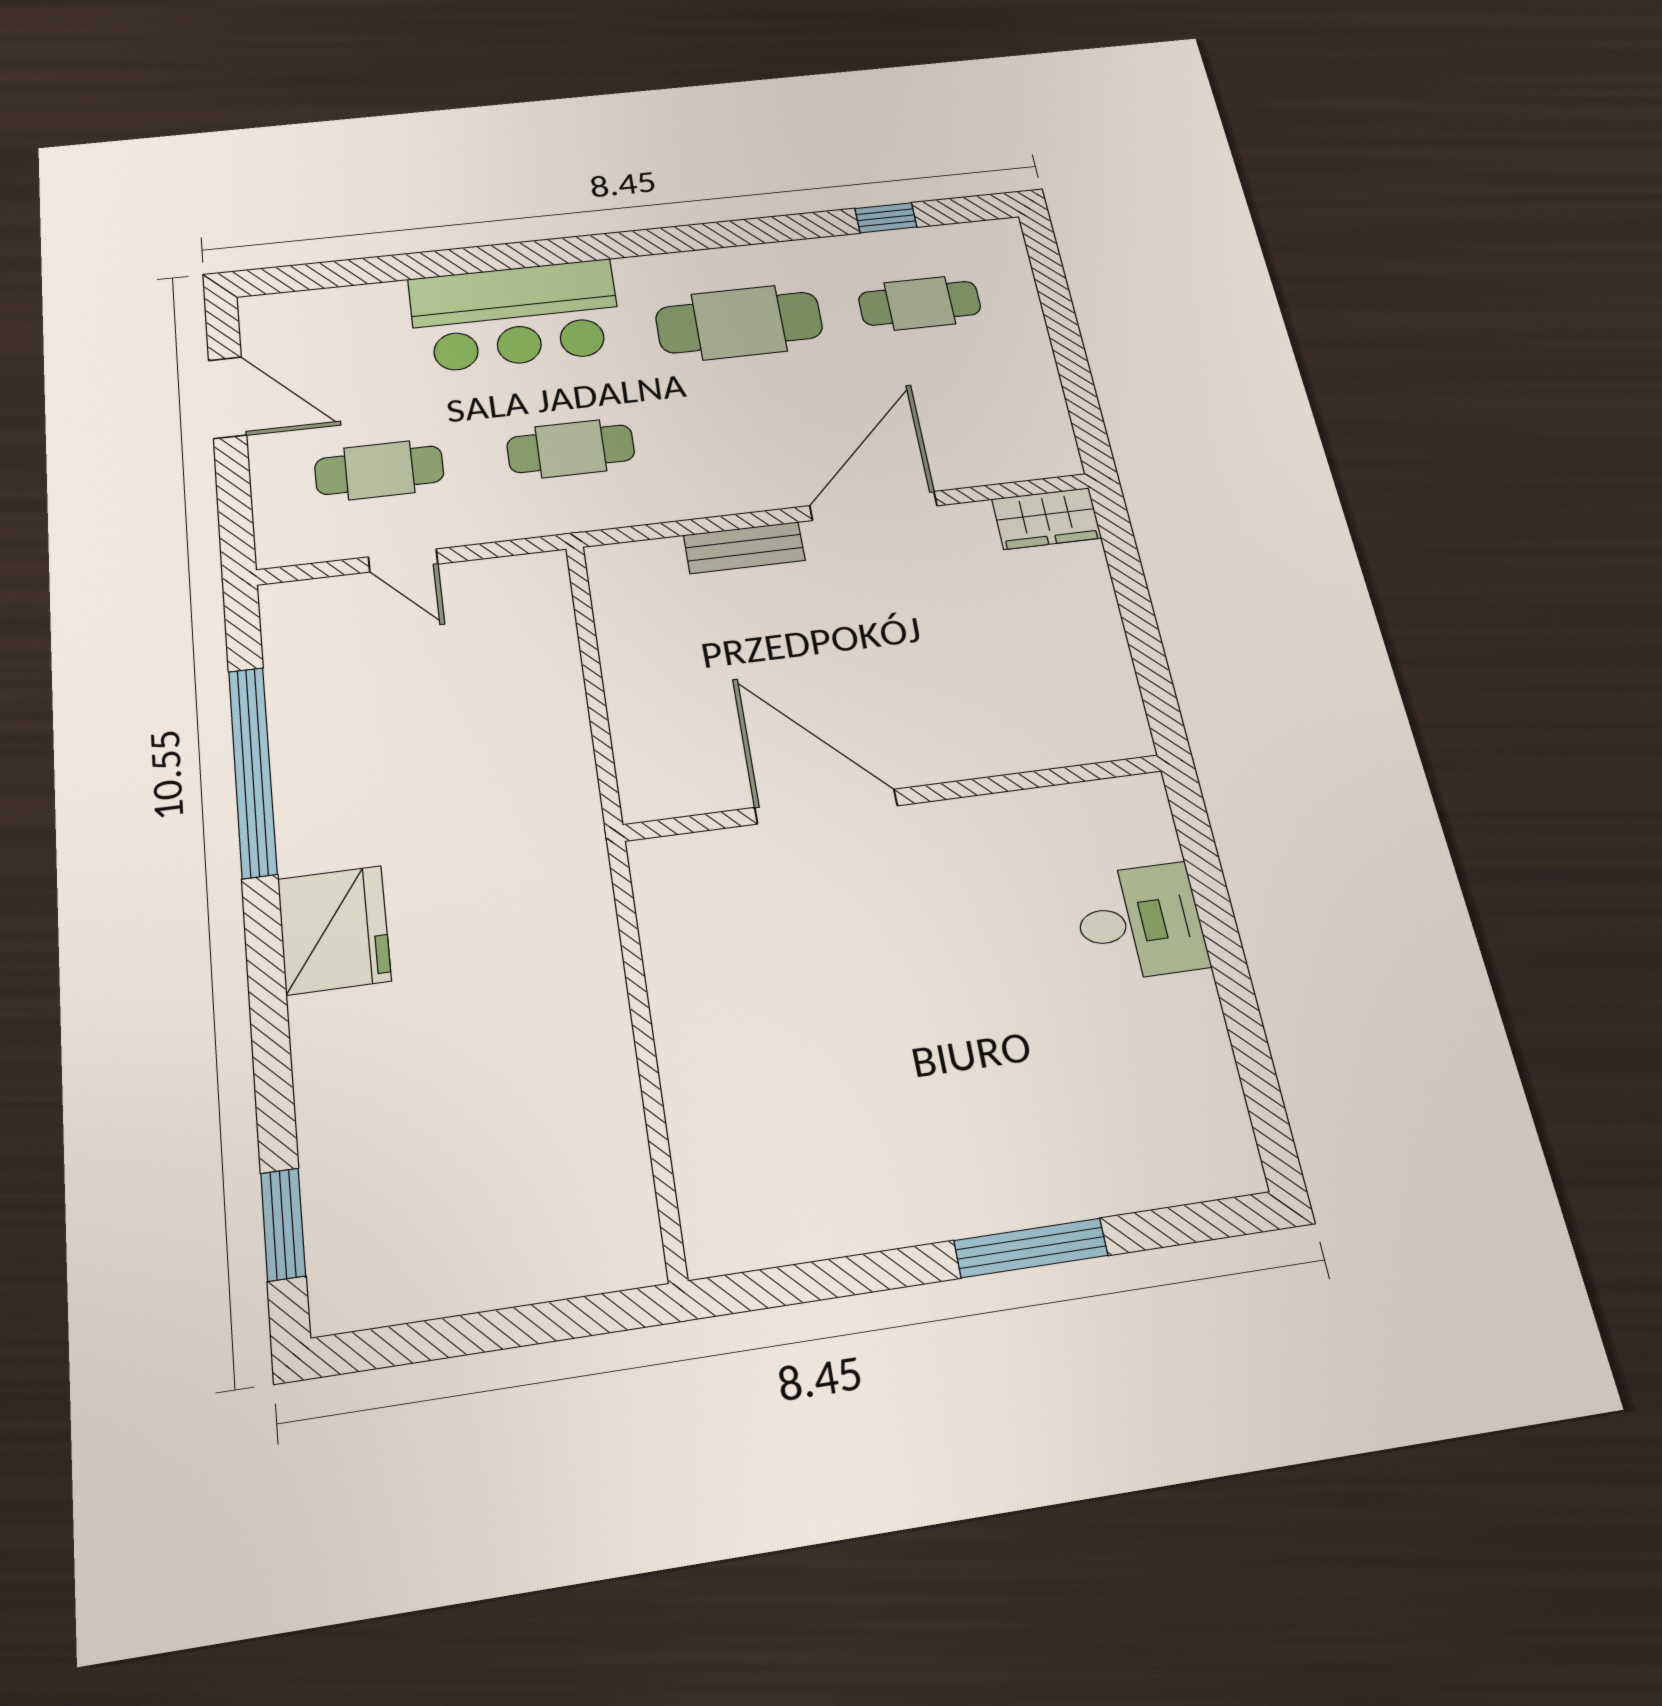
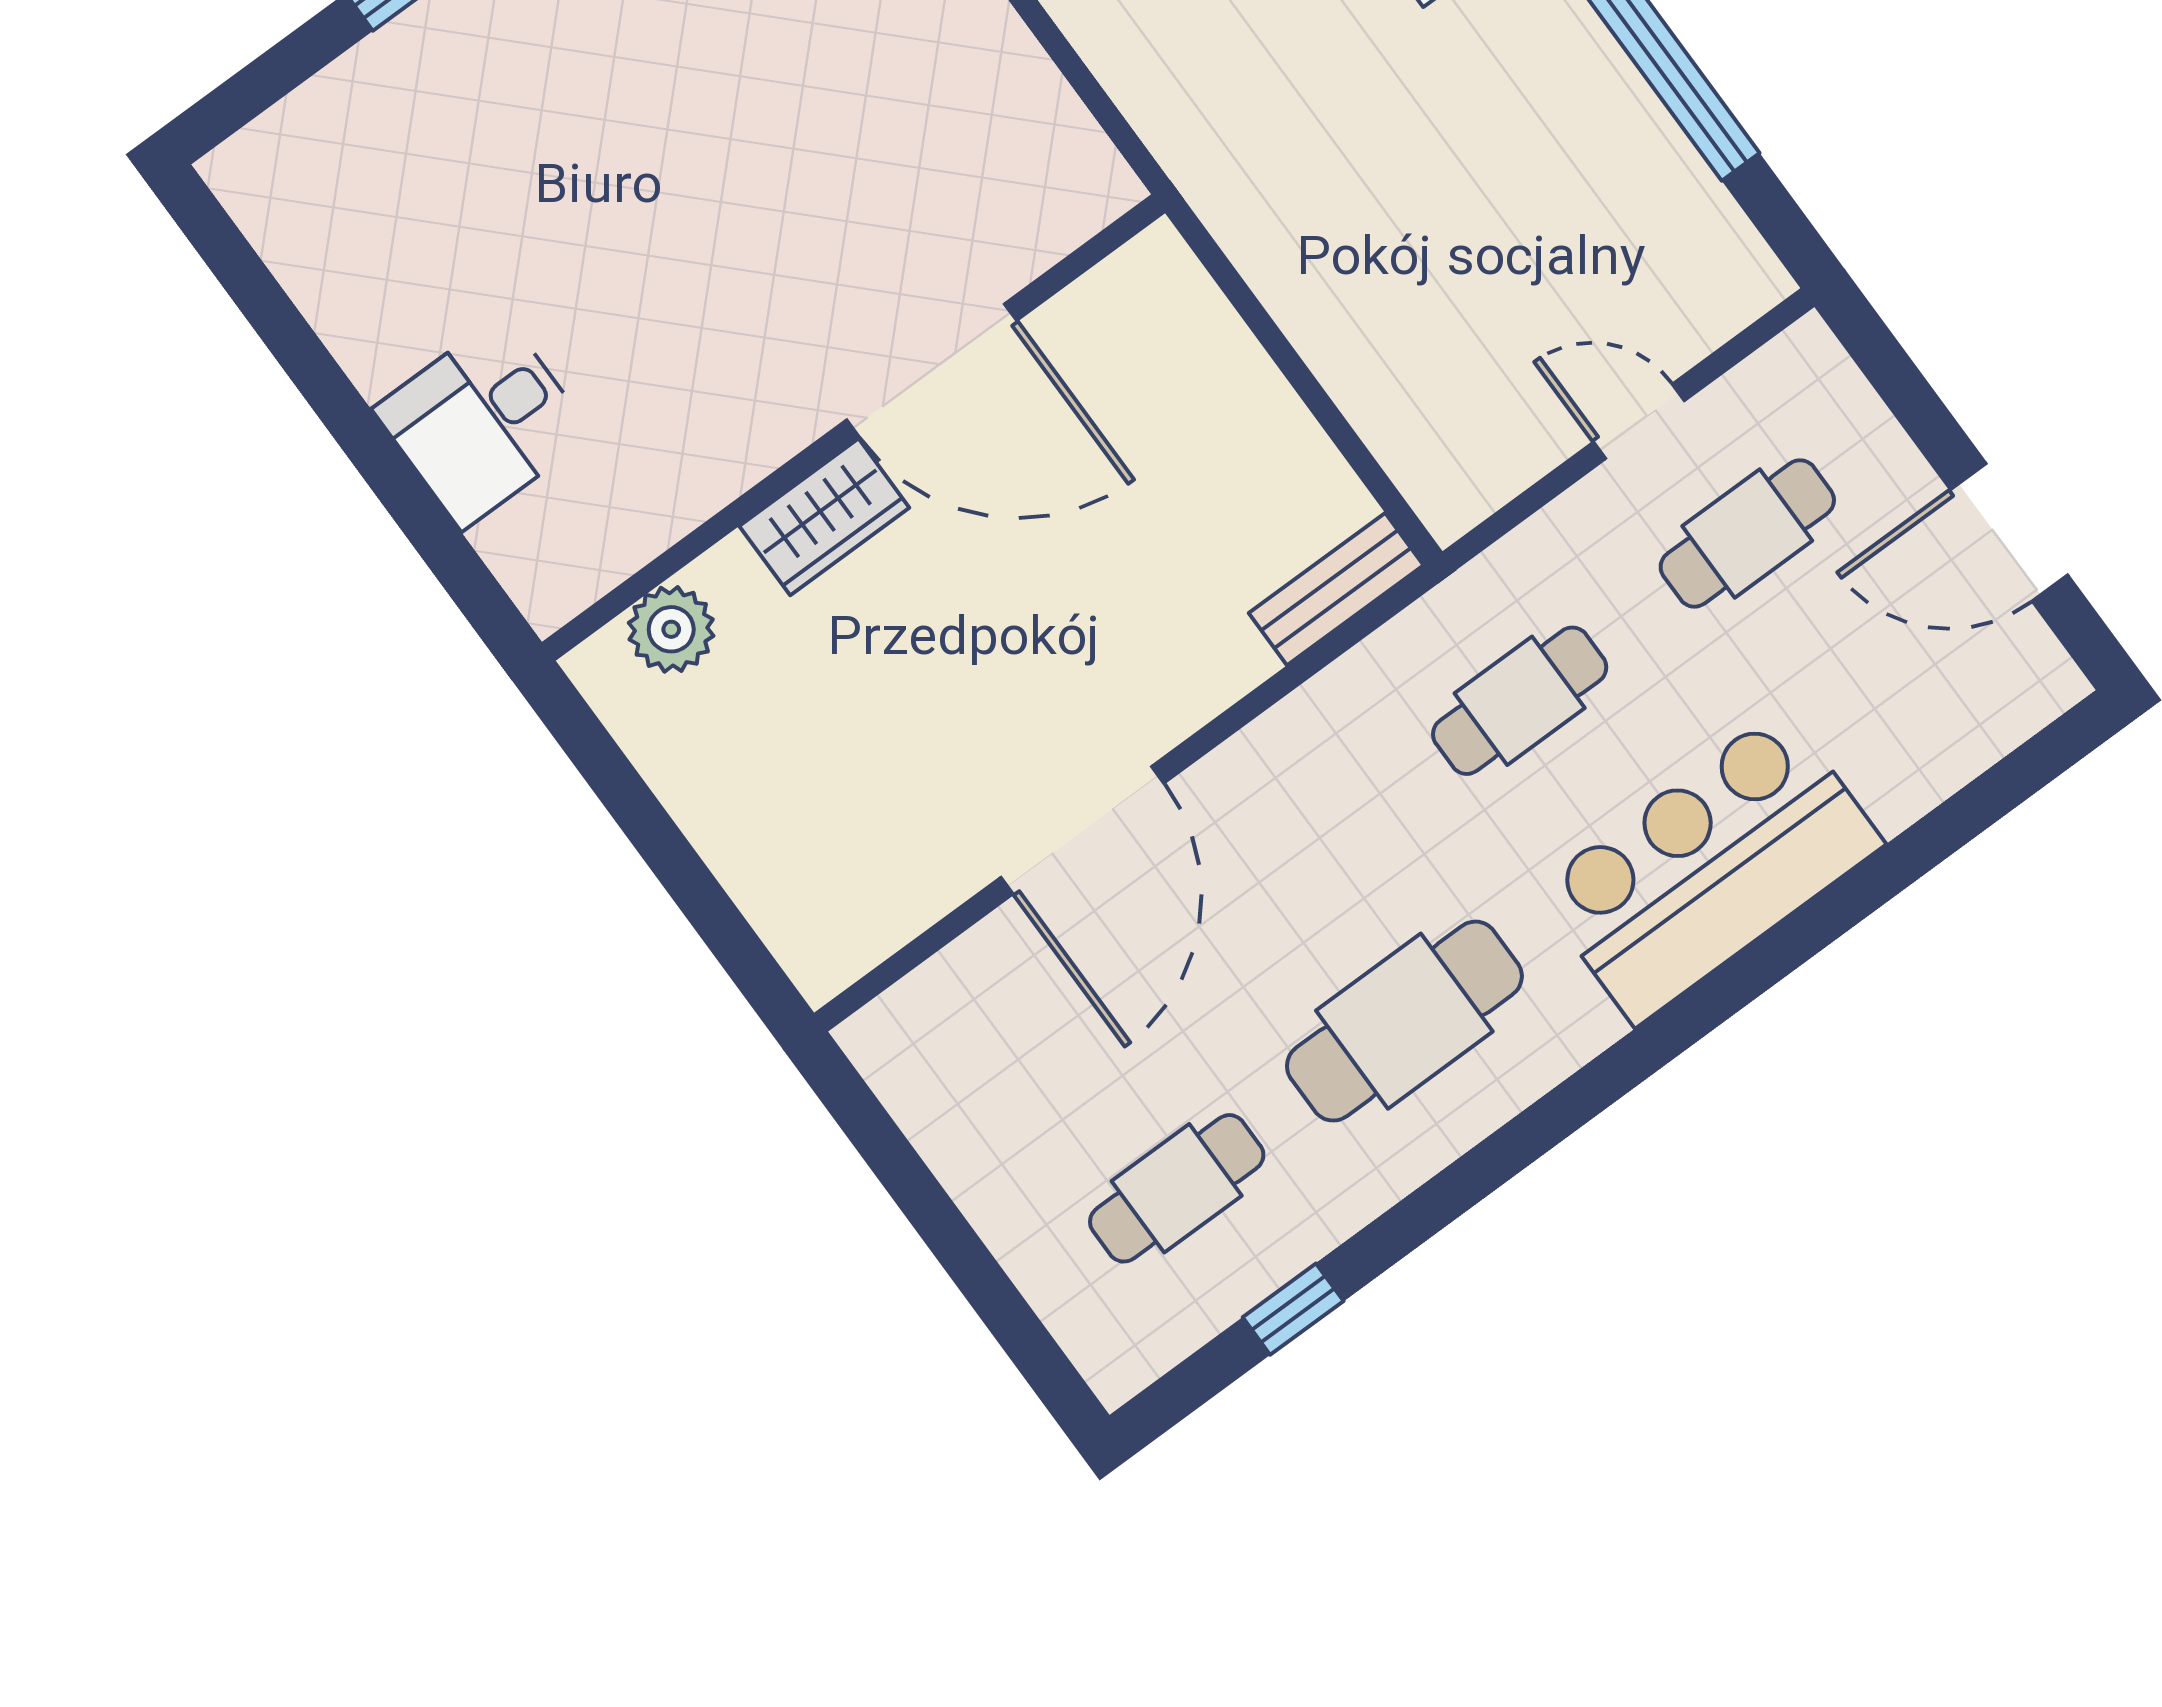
wardrobe: (1047, 518) -> (824, 517), moved, turned 180
bench: (744, 548) -> (1336, 589), moved
plant: (1074, 738) -> (671, 629), added

